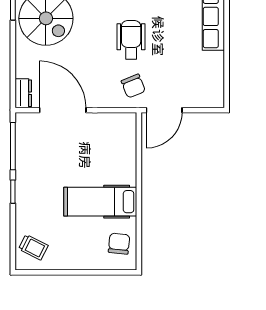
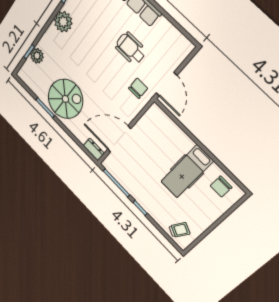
wheelchair: (131, 40) -> (131, 48), moved
chair: (133, 86) -> (138, 88), turned -68
chair: (119, 244) -> (221, 187), turned -96

